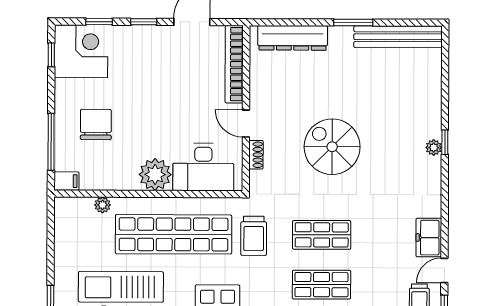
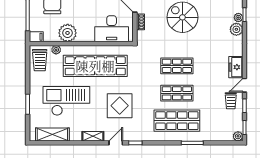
plant: (430, 169) -> (236, 29), added
plant: (155, 175) -> (68, 33), moved
trolley: (254, 236) -> (40, 60), moved

